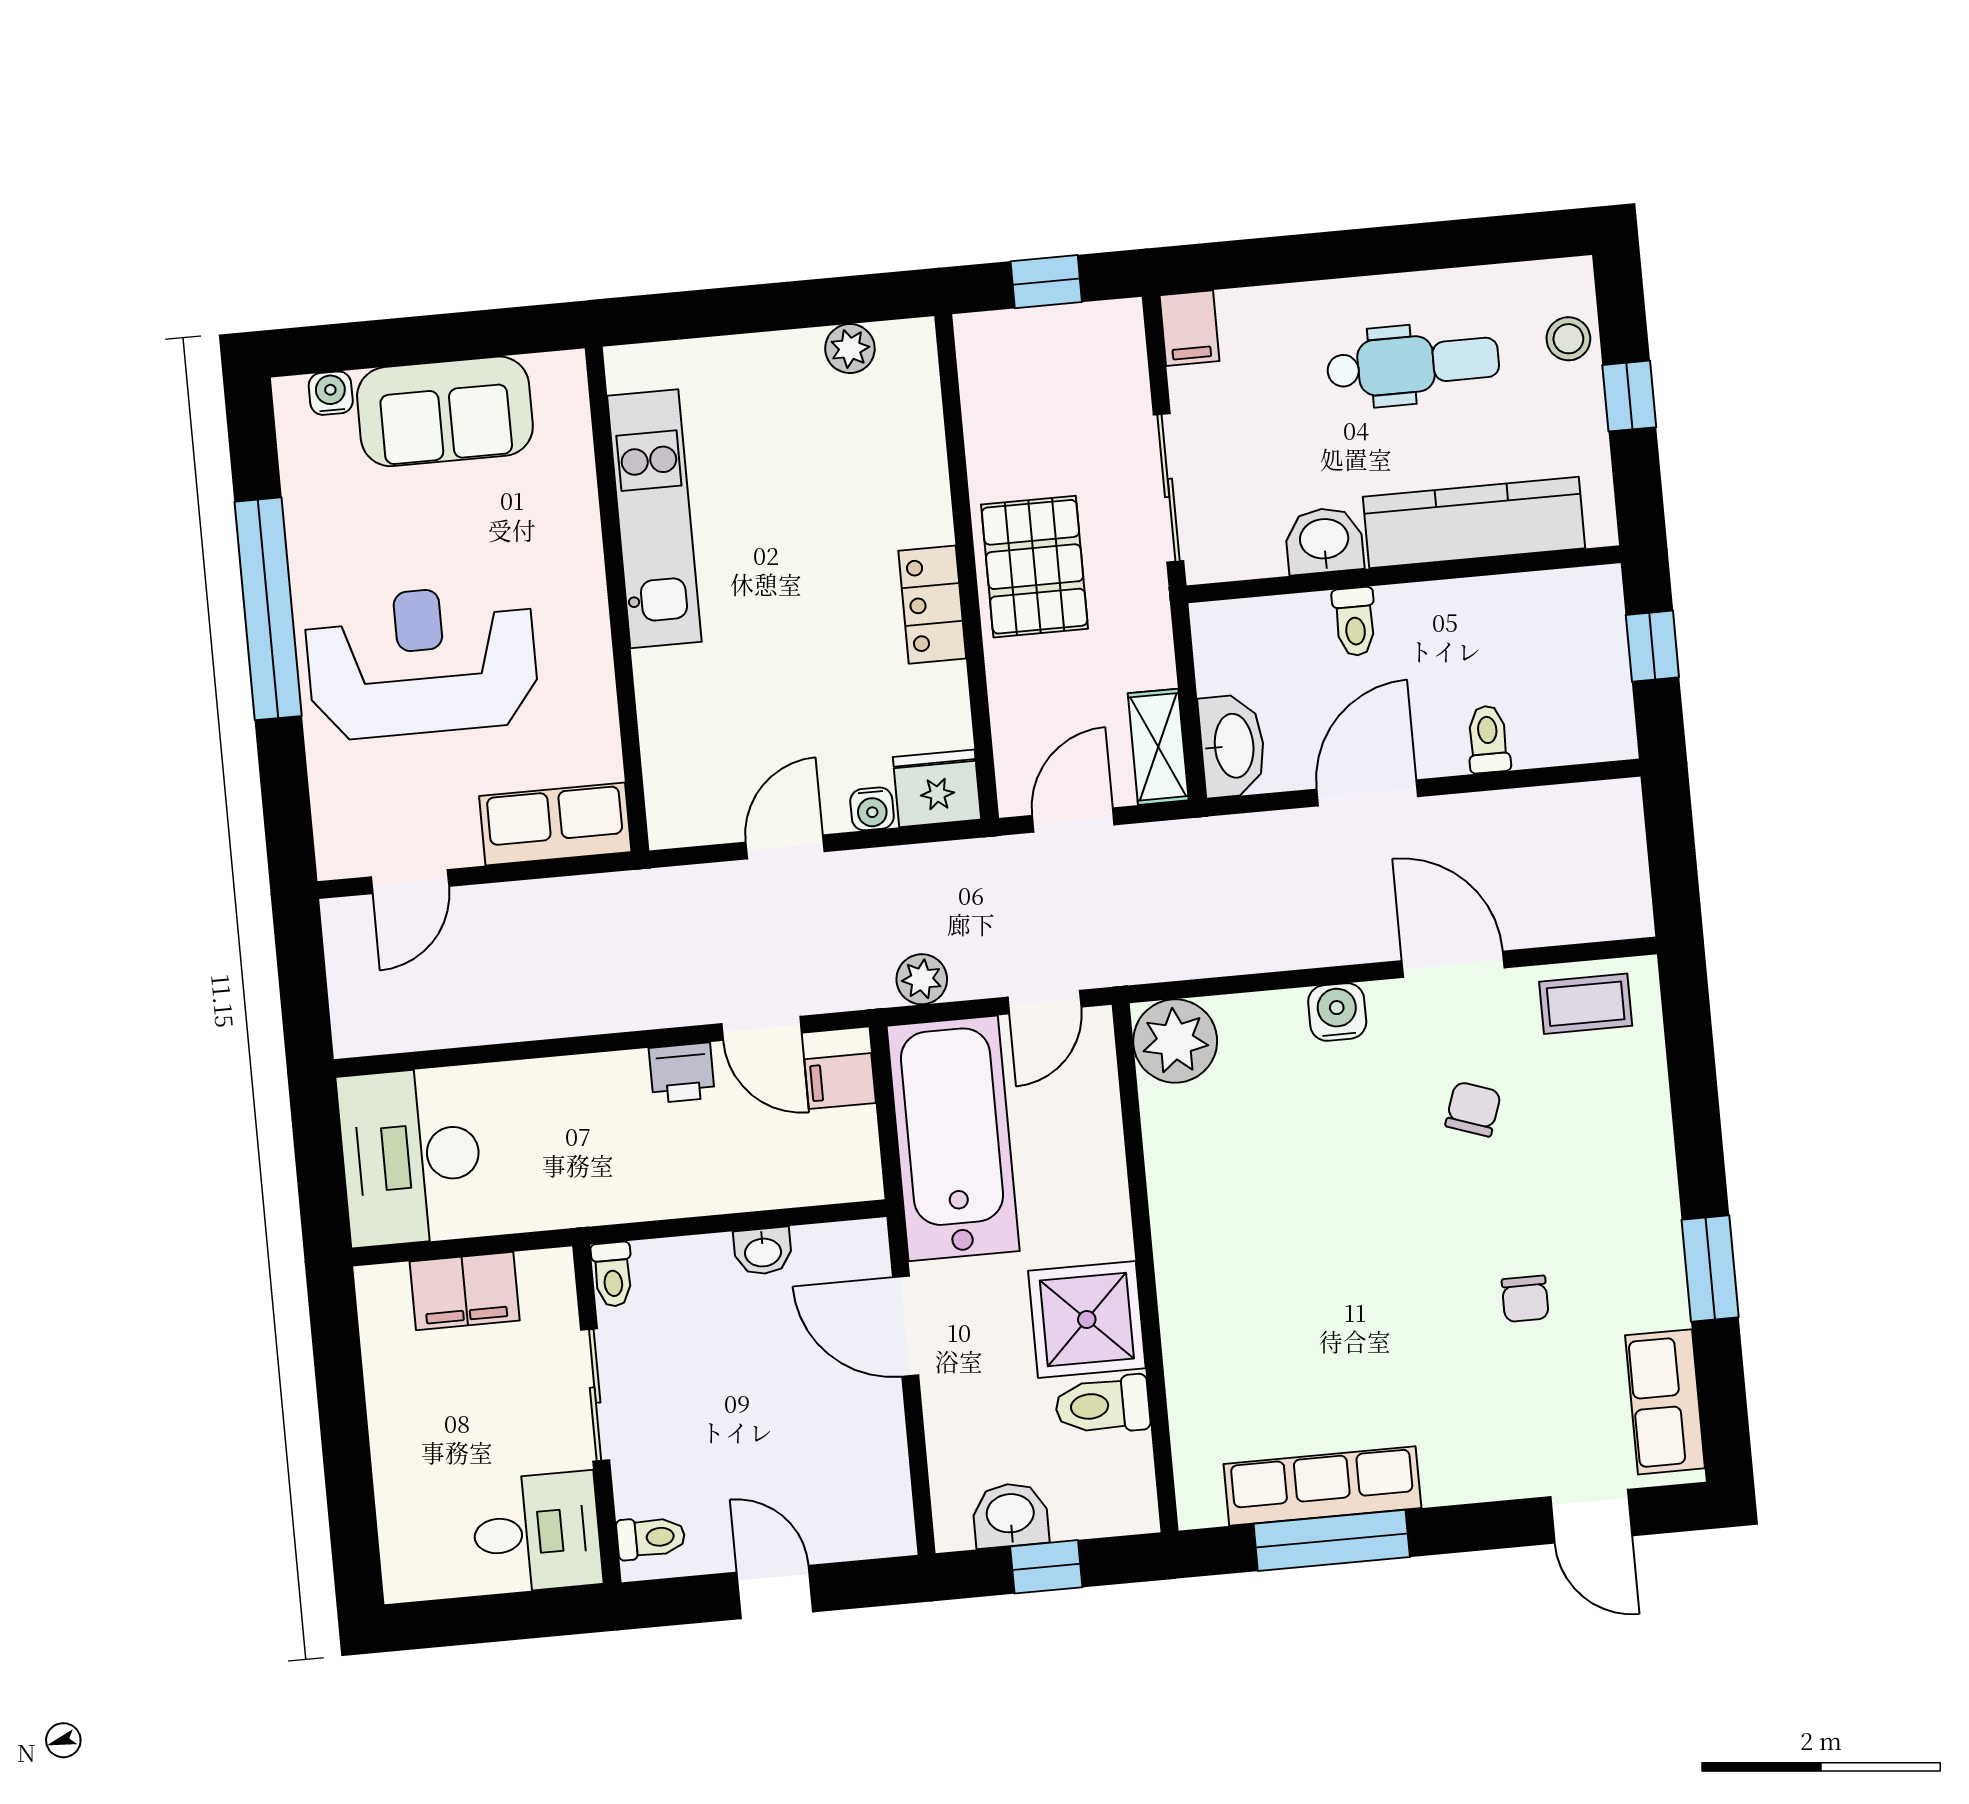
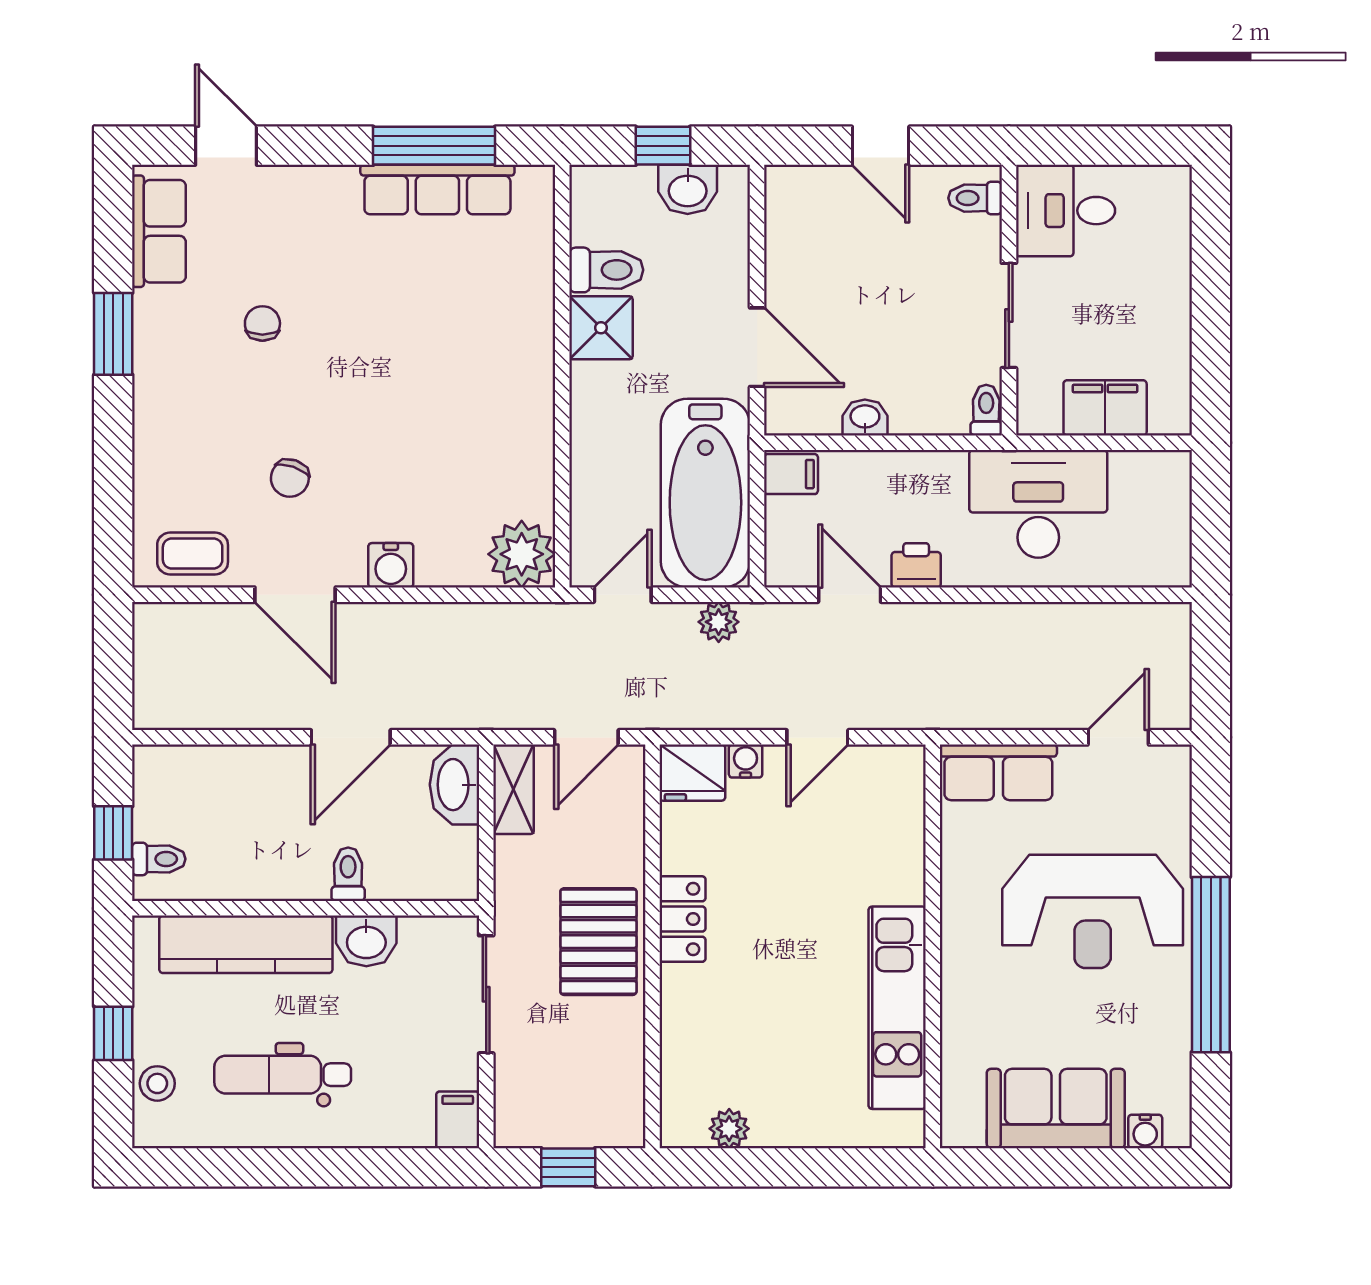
toilet: (1488, 739) -> (159, 859), moved, turned -90
filing cabinet: (840, 1081) -> (791, 474), moved
desk: (411, 1157) -> (1038, 504), moved, turned -90
shower: (1087, 1319) -> (601, 328), width x0.73, depth x0.73

